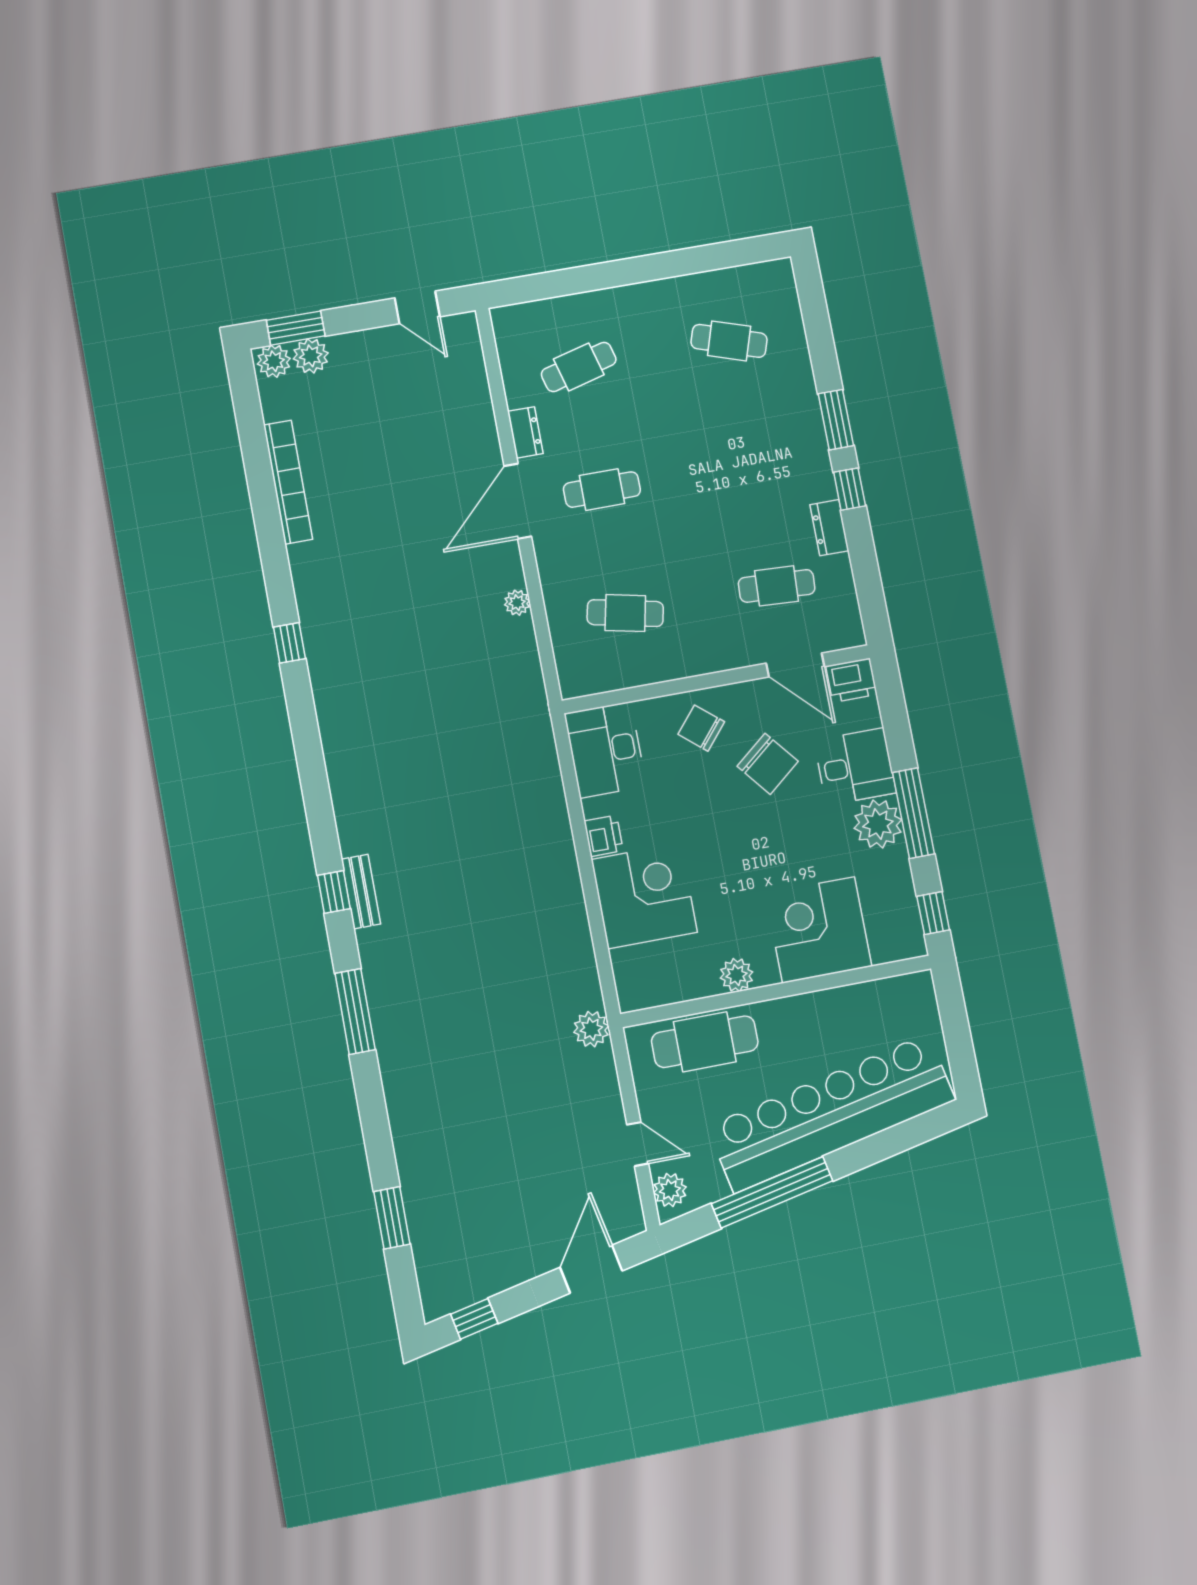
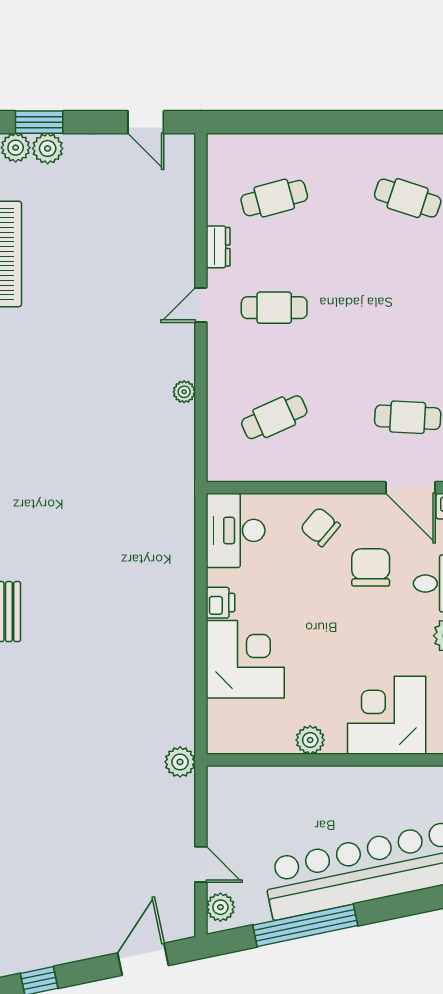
door: (518, 501) -> (201, 305), width x0.53
cafe table: (625, 613) -> (274, 417), turned -36
chair: (768, 764) -> (371, 567), turned -141
cafe table: (705, 1042) -> (273, 790), removed

